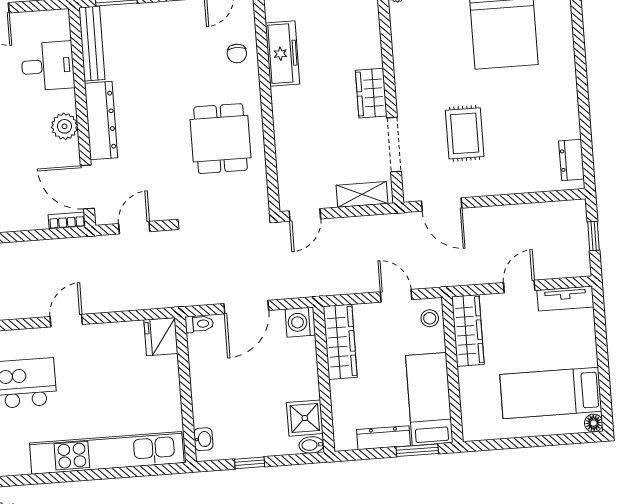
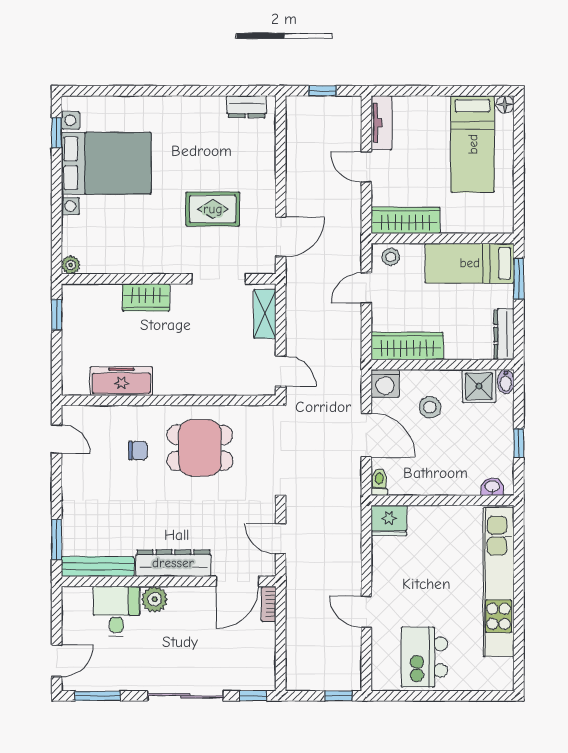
chair: (237, 53) -> (138, 451), moved
wardrobe: (371, 93) -> (146, 297), moved
plant: (65, 126) -> (155, 599), moved
stool: (280, 370) -> (430, 407), added
dresser: (384, 438) -> (504, 334), moved

